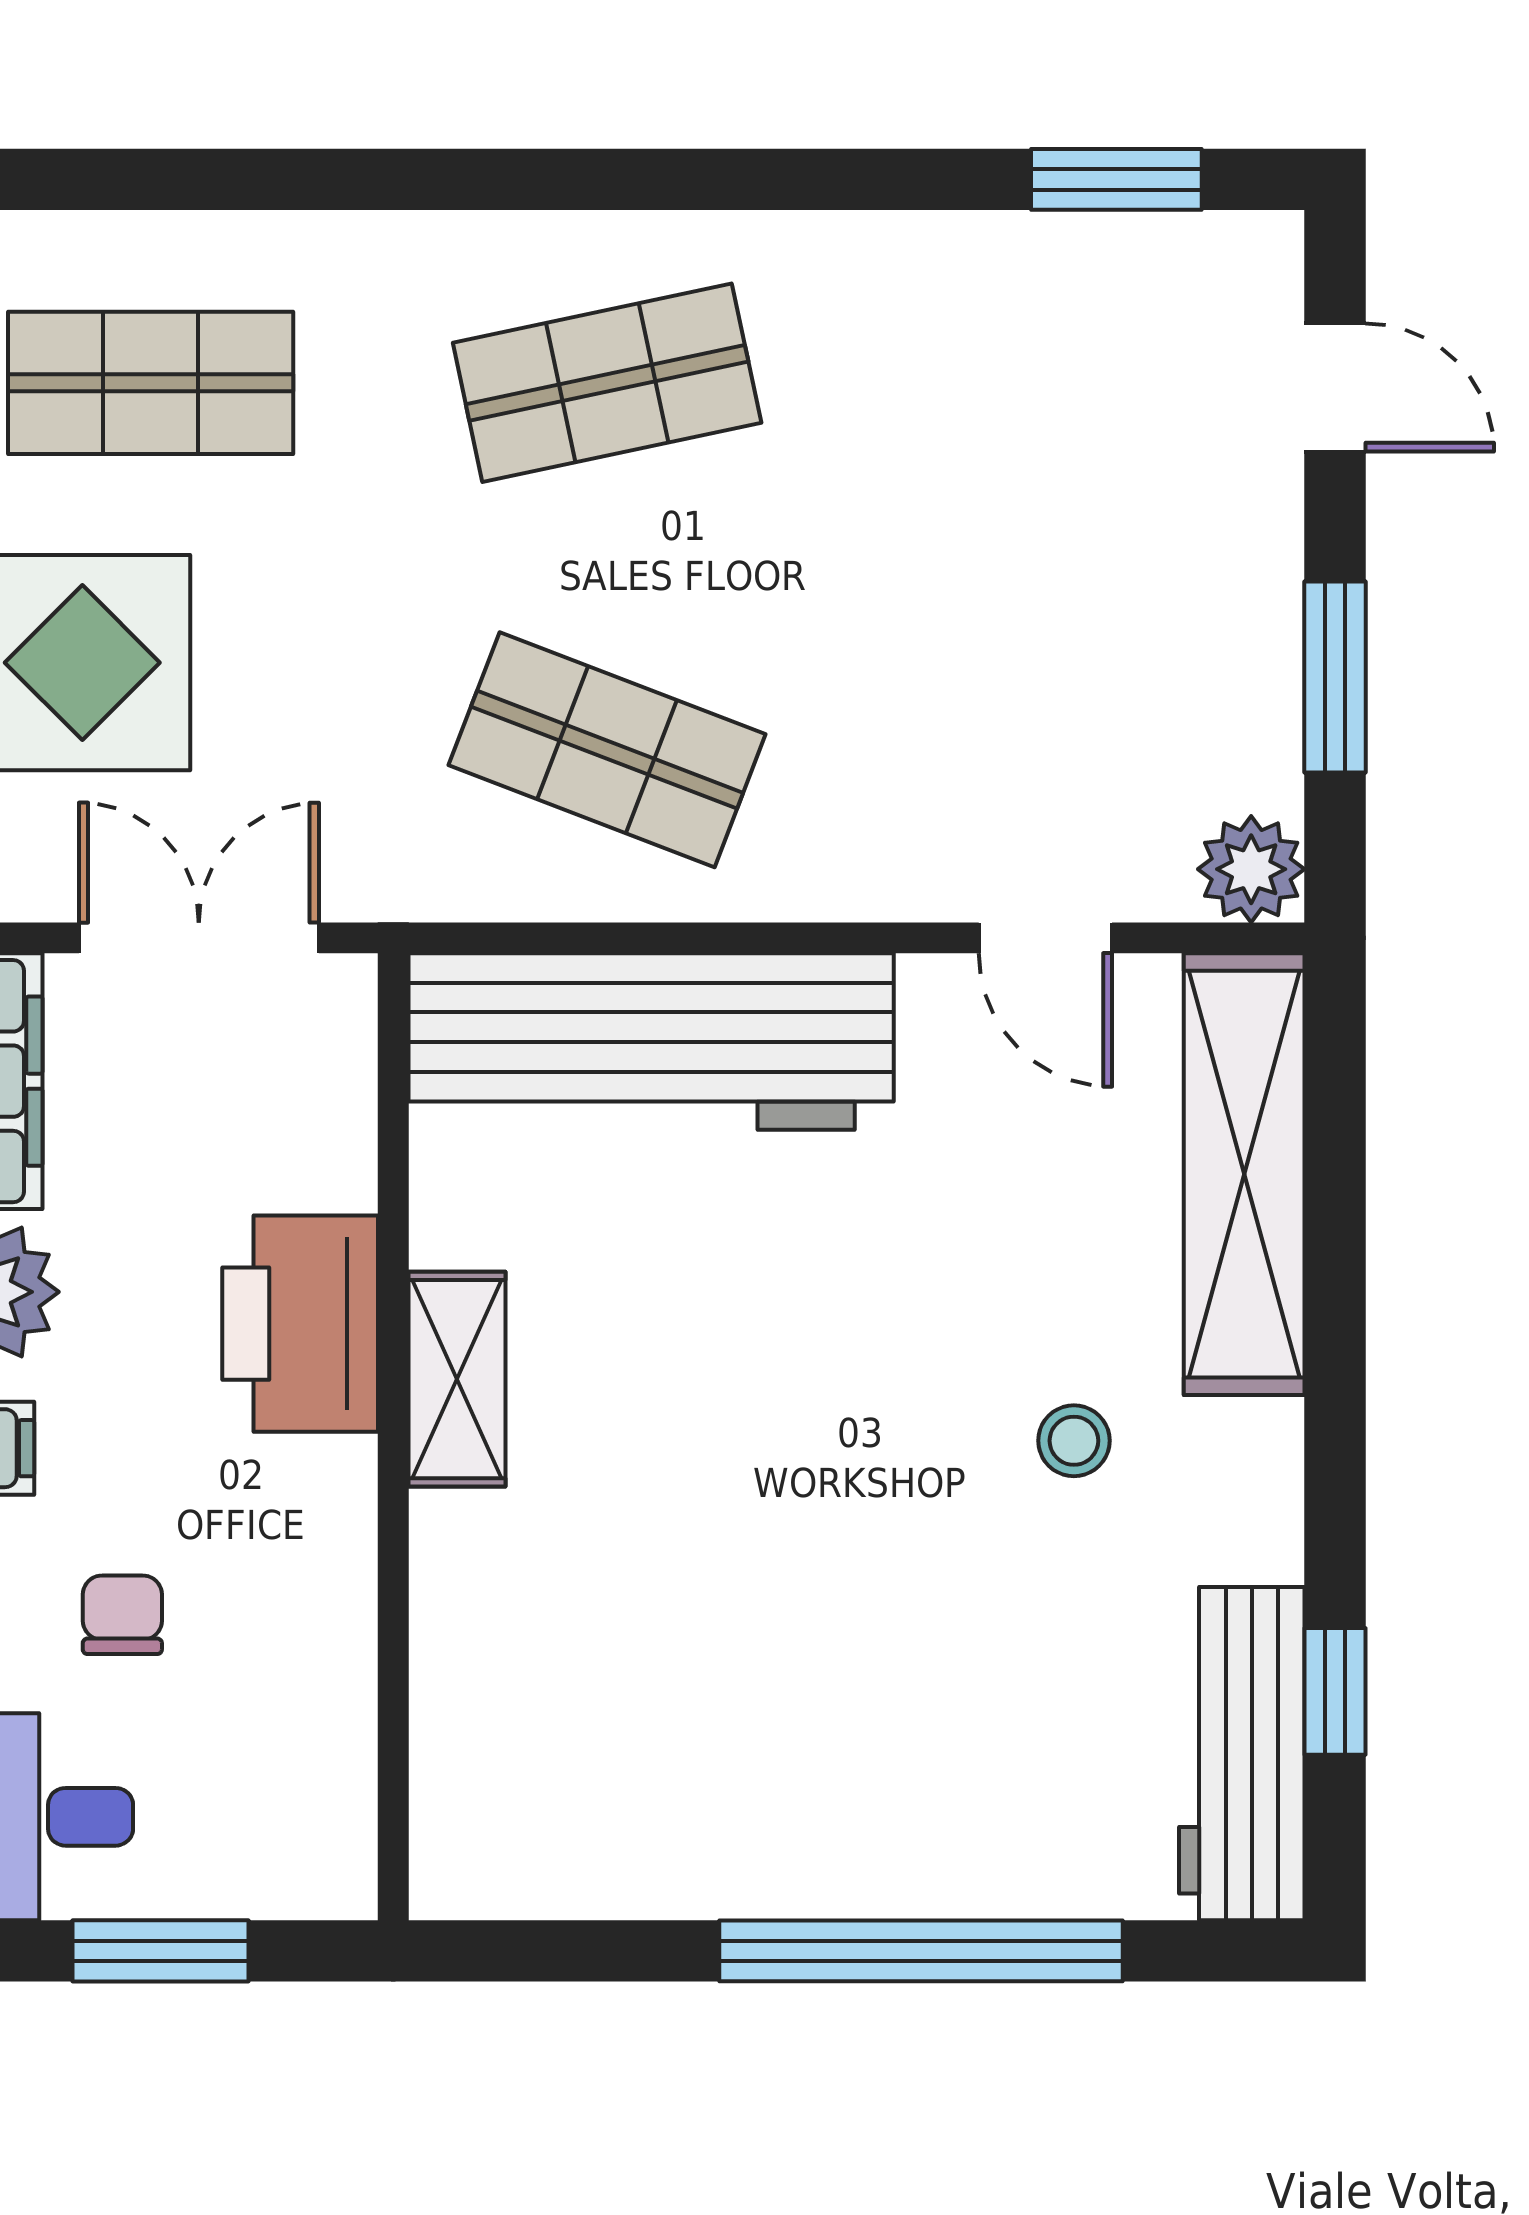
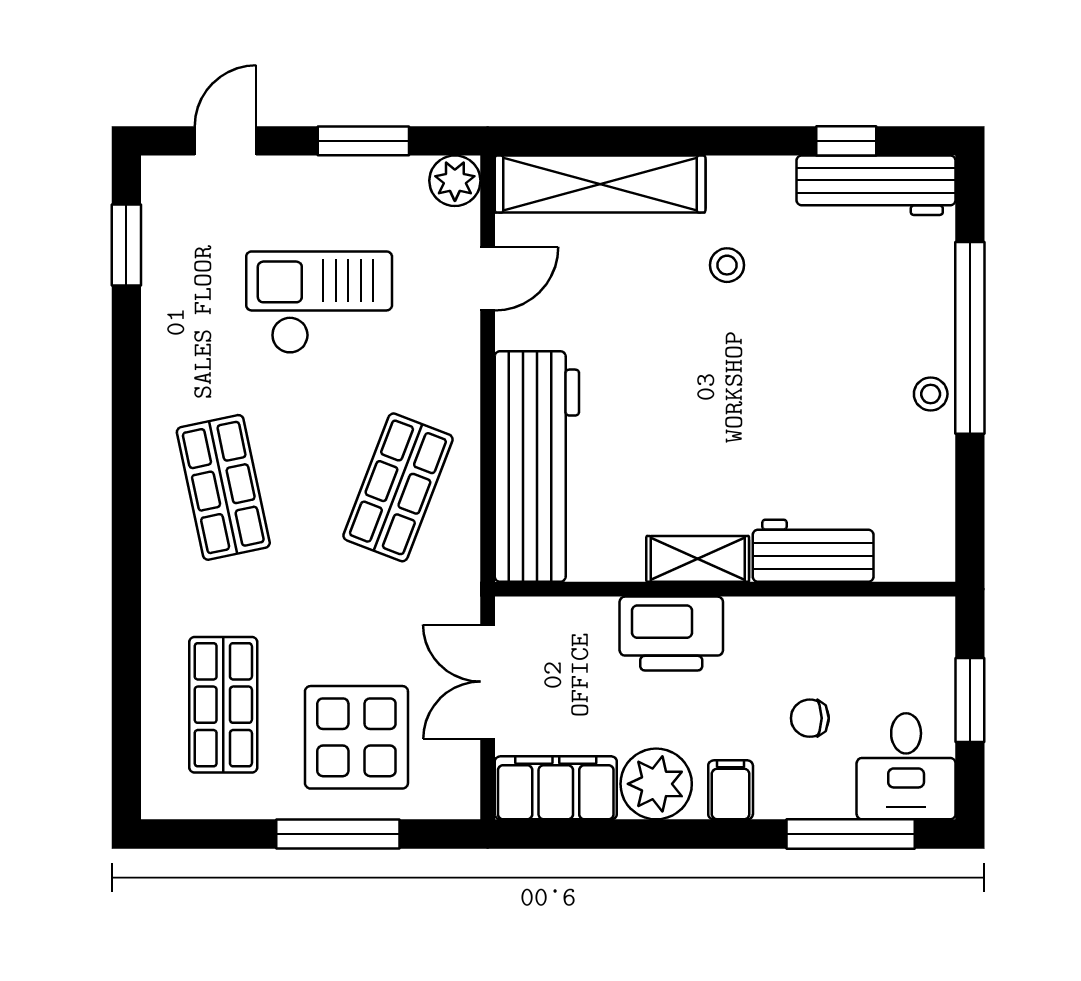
checkout: (996, 584) -> (319, 302), added
workbench: (474, 1622) -> (813, 551), added
stool: (803, 1868) -> (931, 394), added

